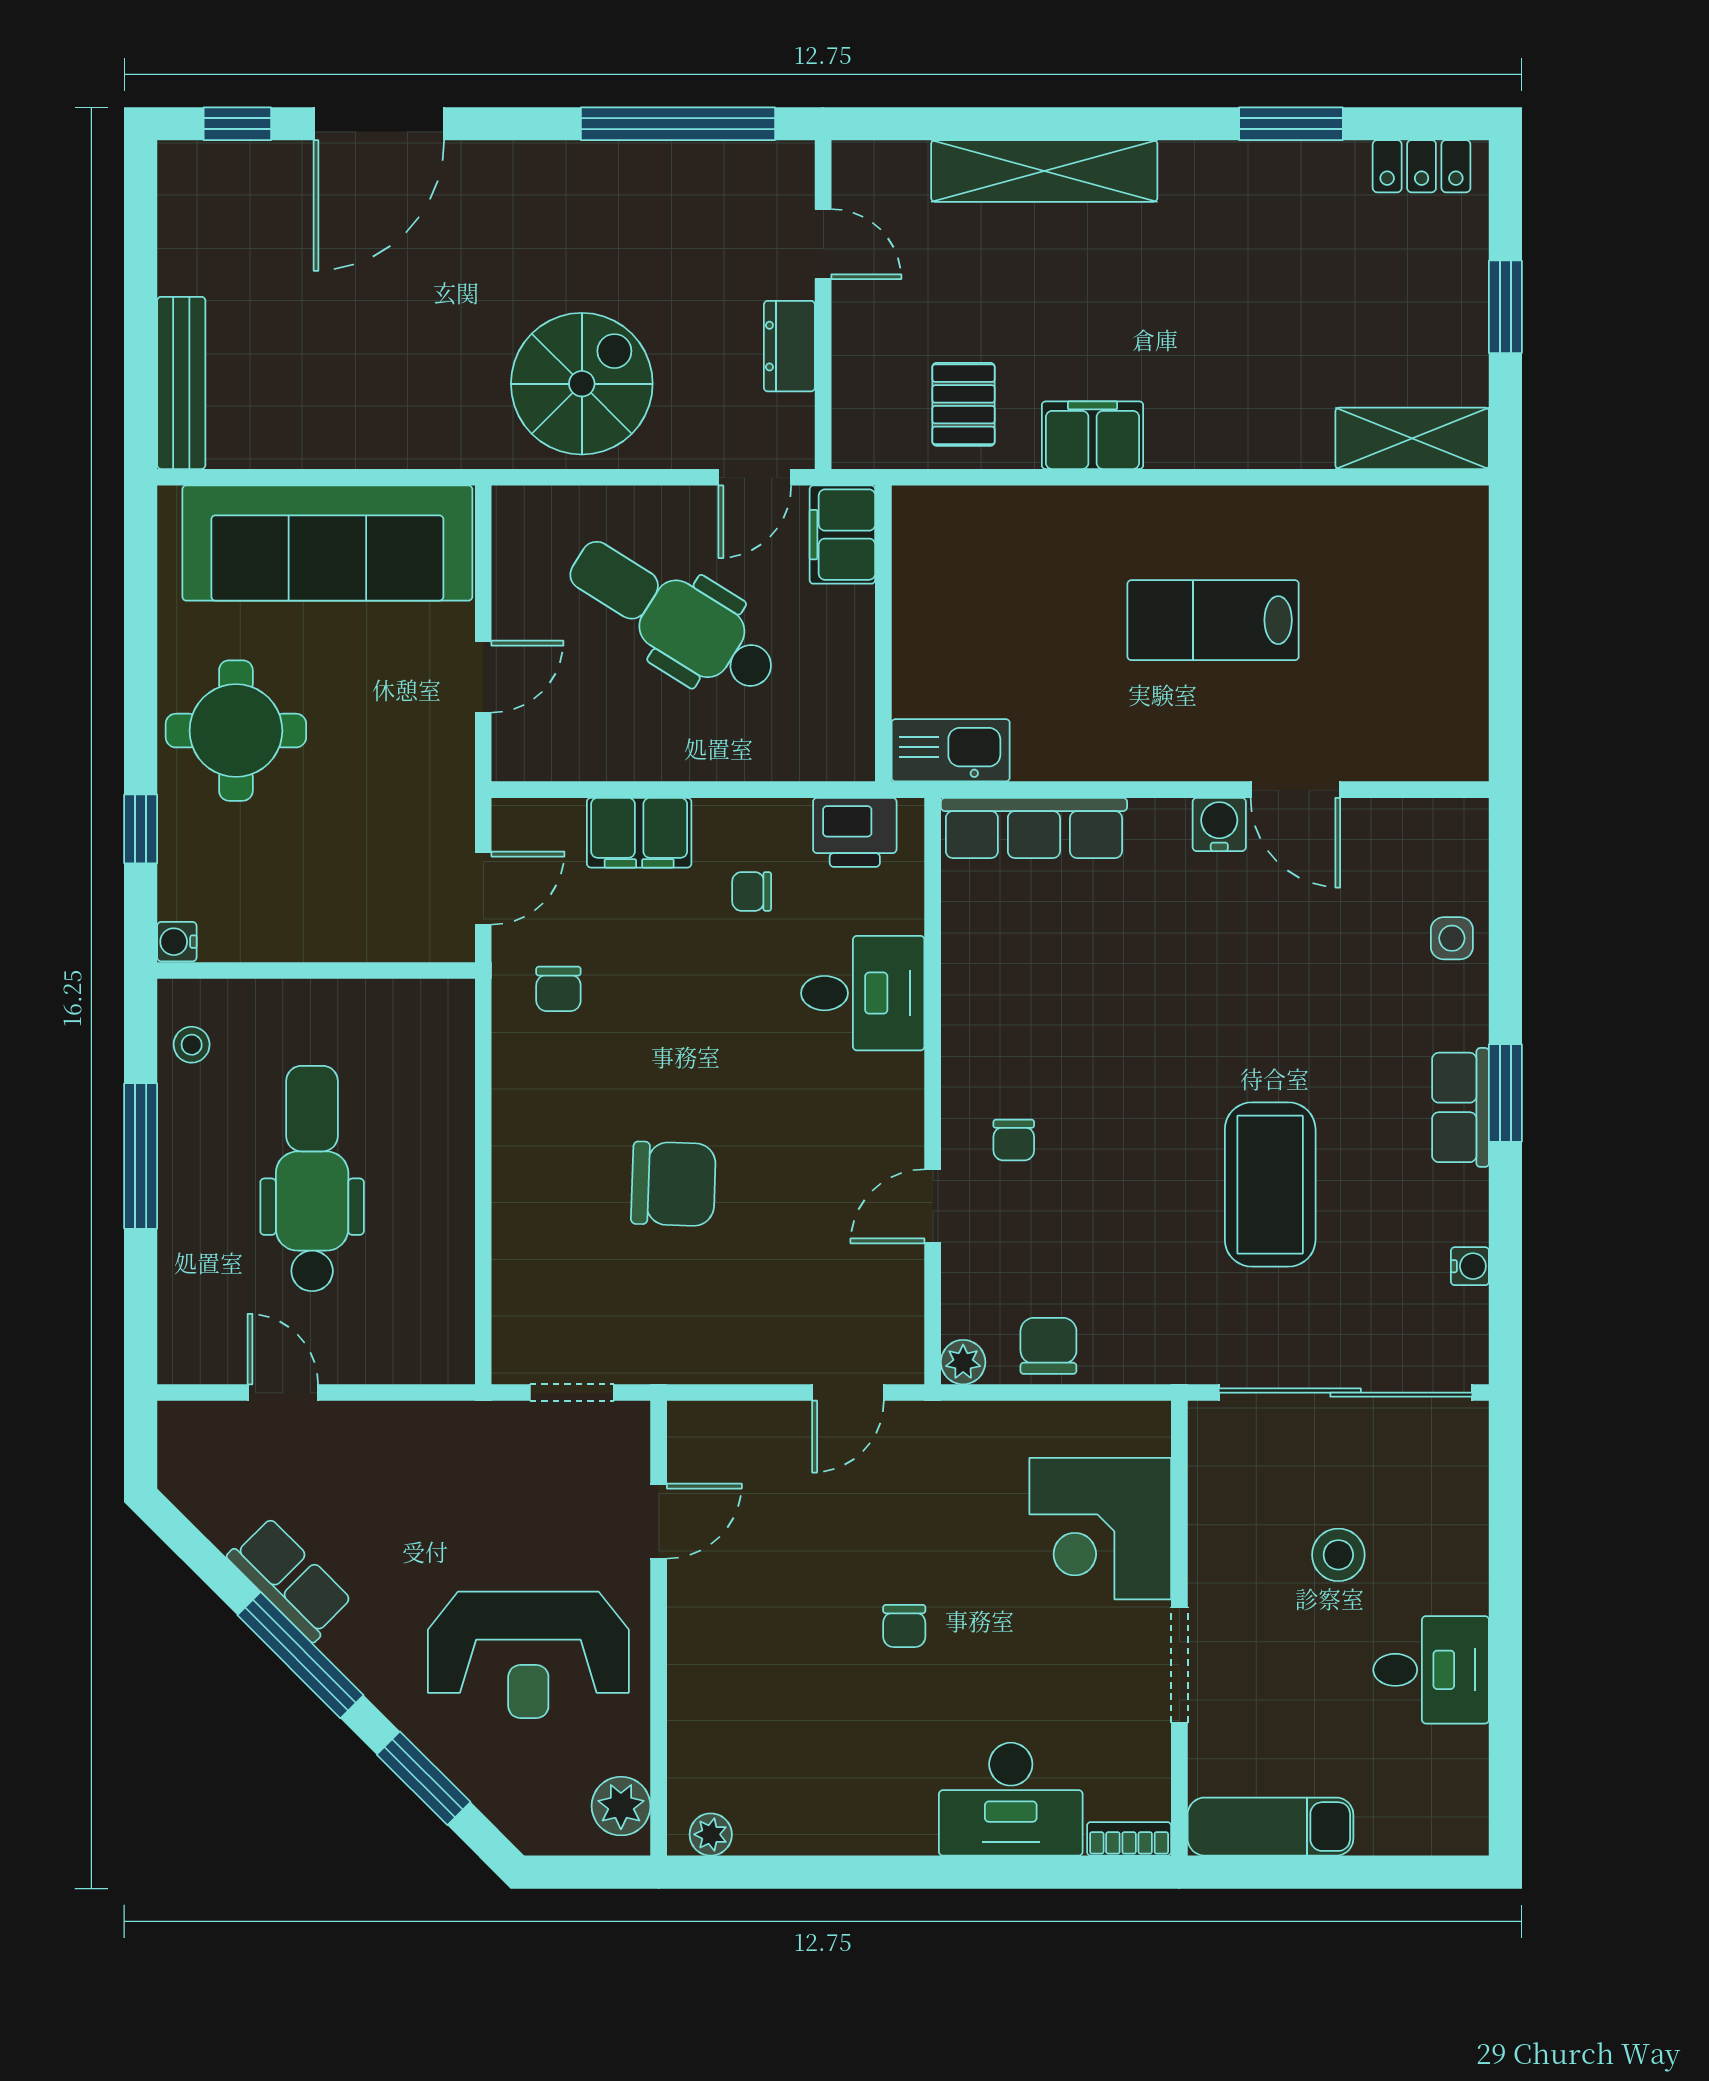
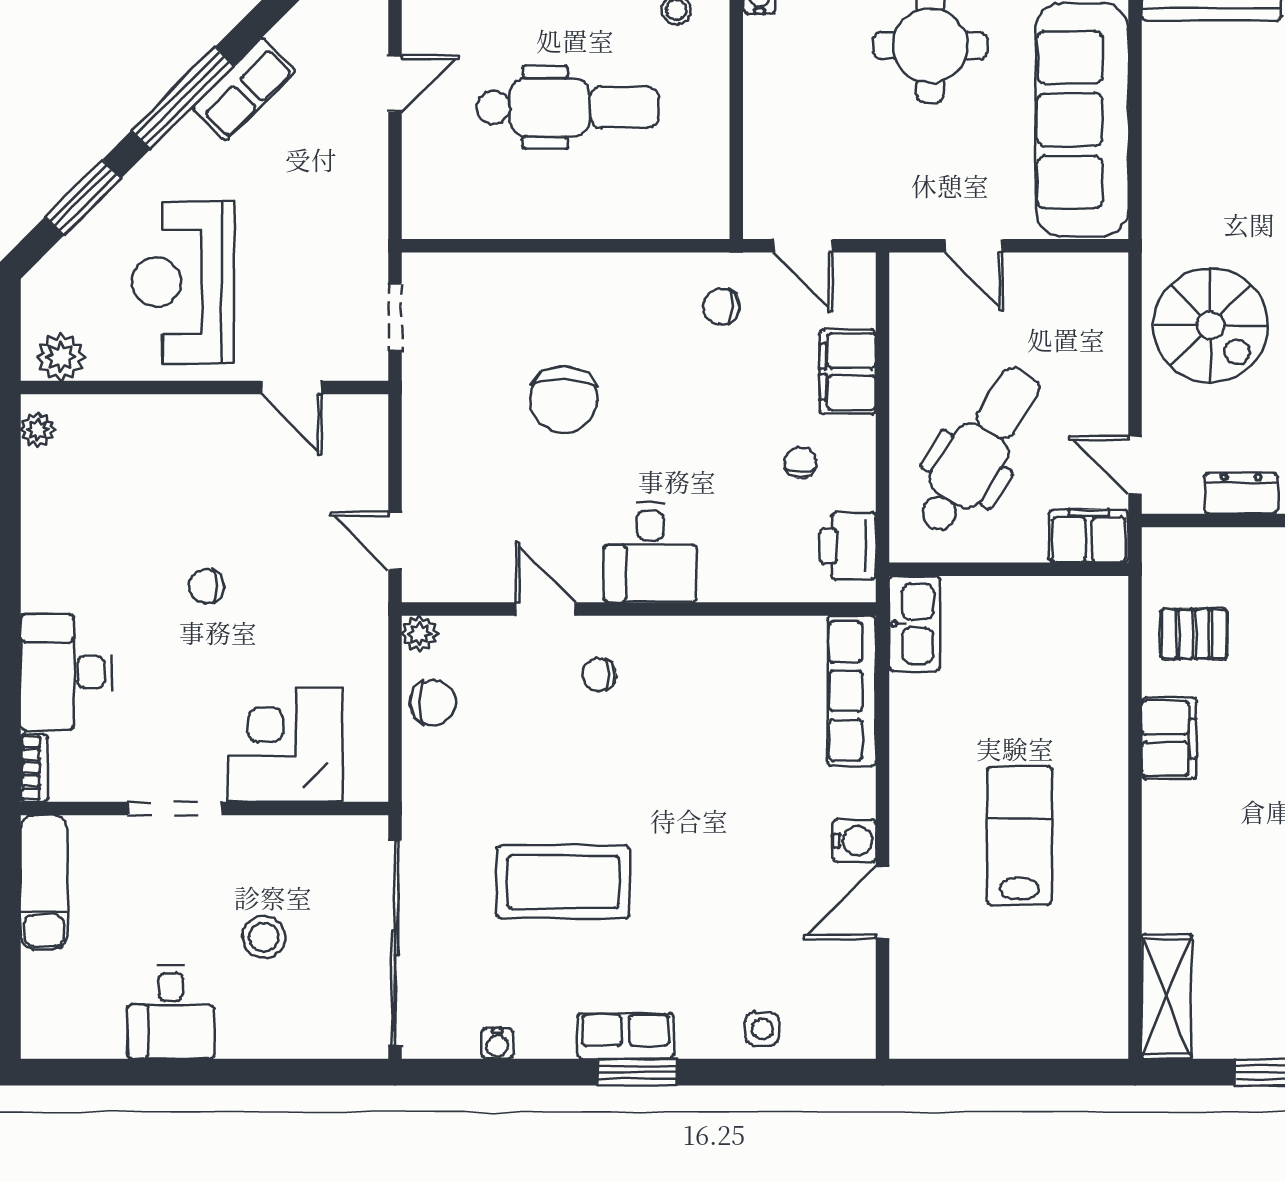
dental chair: (673, 617) -> (978, 450), moved
desk: (863, 993) -> (650, 552), moved

